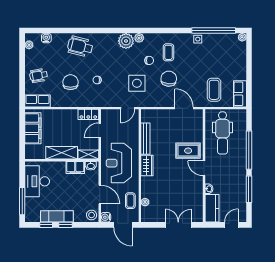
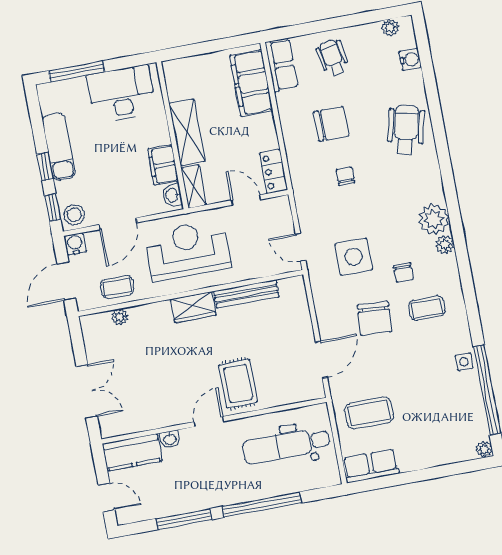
chair: (169, 79) -> (374, 318), turned 89
filing cabinet: (33, 128) -> (251, 83), moved, turned 90
window: (46, 225) -> (53, 208), moved

